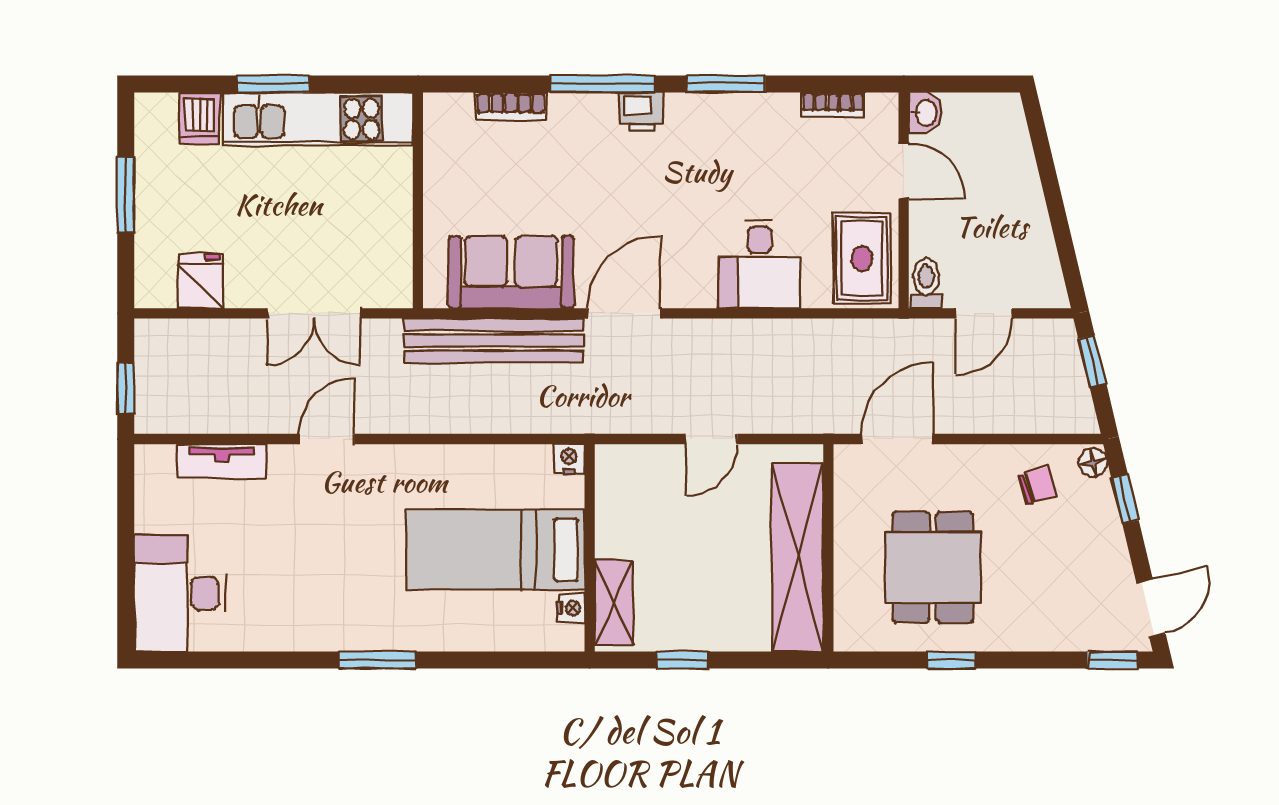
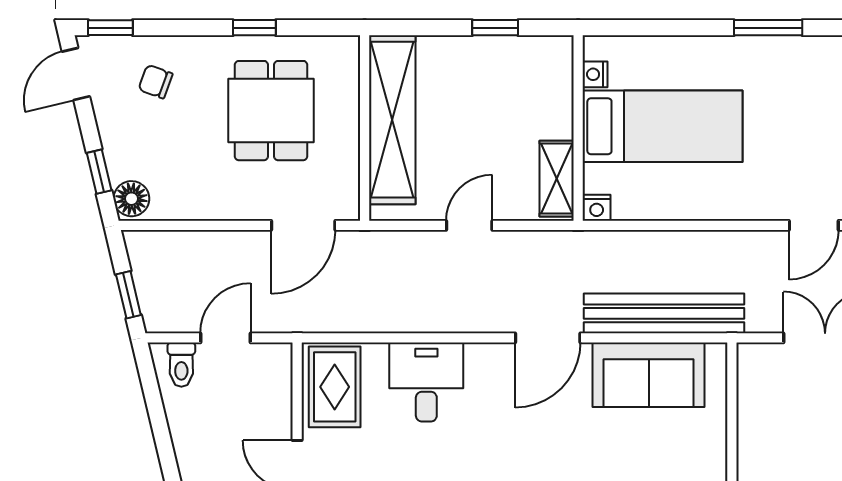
toilet: (926, 283) -> (181, 365), moved
floor lamp: (1093, 462) -> (131, 199), width x1.37, depth x1.37
chair: (1038, 486) -> (156, 82), moved, turned 37
shelving: (614, 603) -> (557, 179), moved

